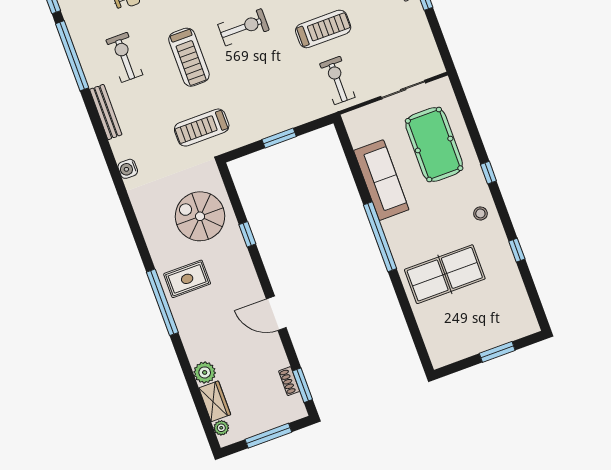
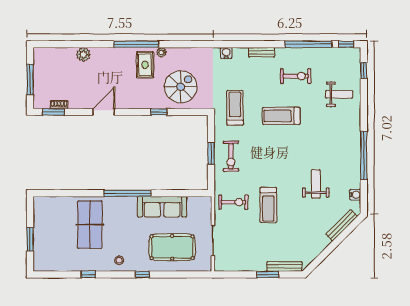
exercise bike: (244, 27) -> (231, 156), moved
bench: (106, 112) -> (261, 52), width x0.73
wardrobe: (215, 401) -> (63, 54), removed
plant: (221, 428) -> (161, 52), moved

